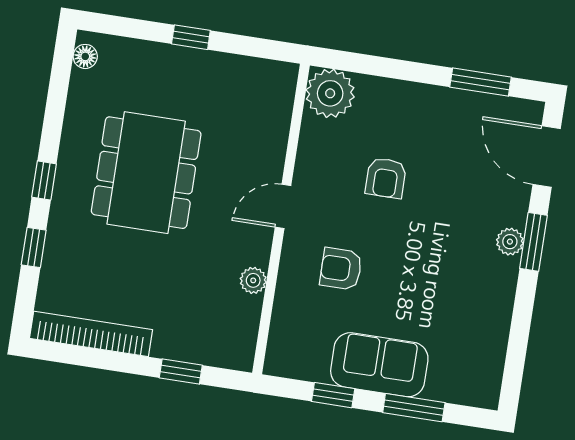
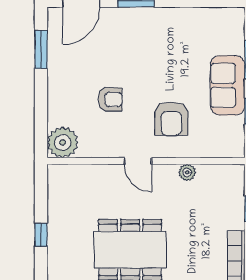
plant: (510, 242) -> (138, 16), removed
armchair: (341, 269) -> (171, 119), width x1.38, depth x1.38

